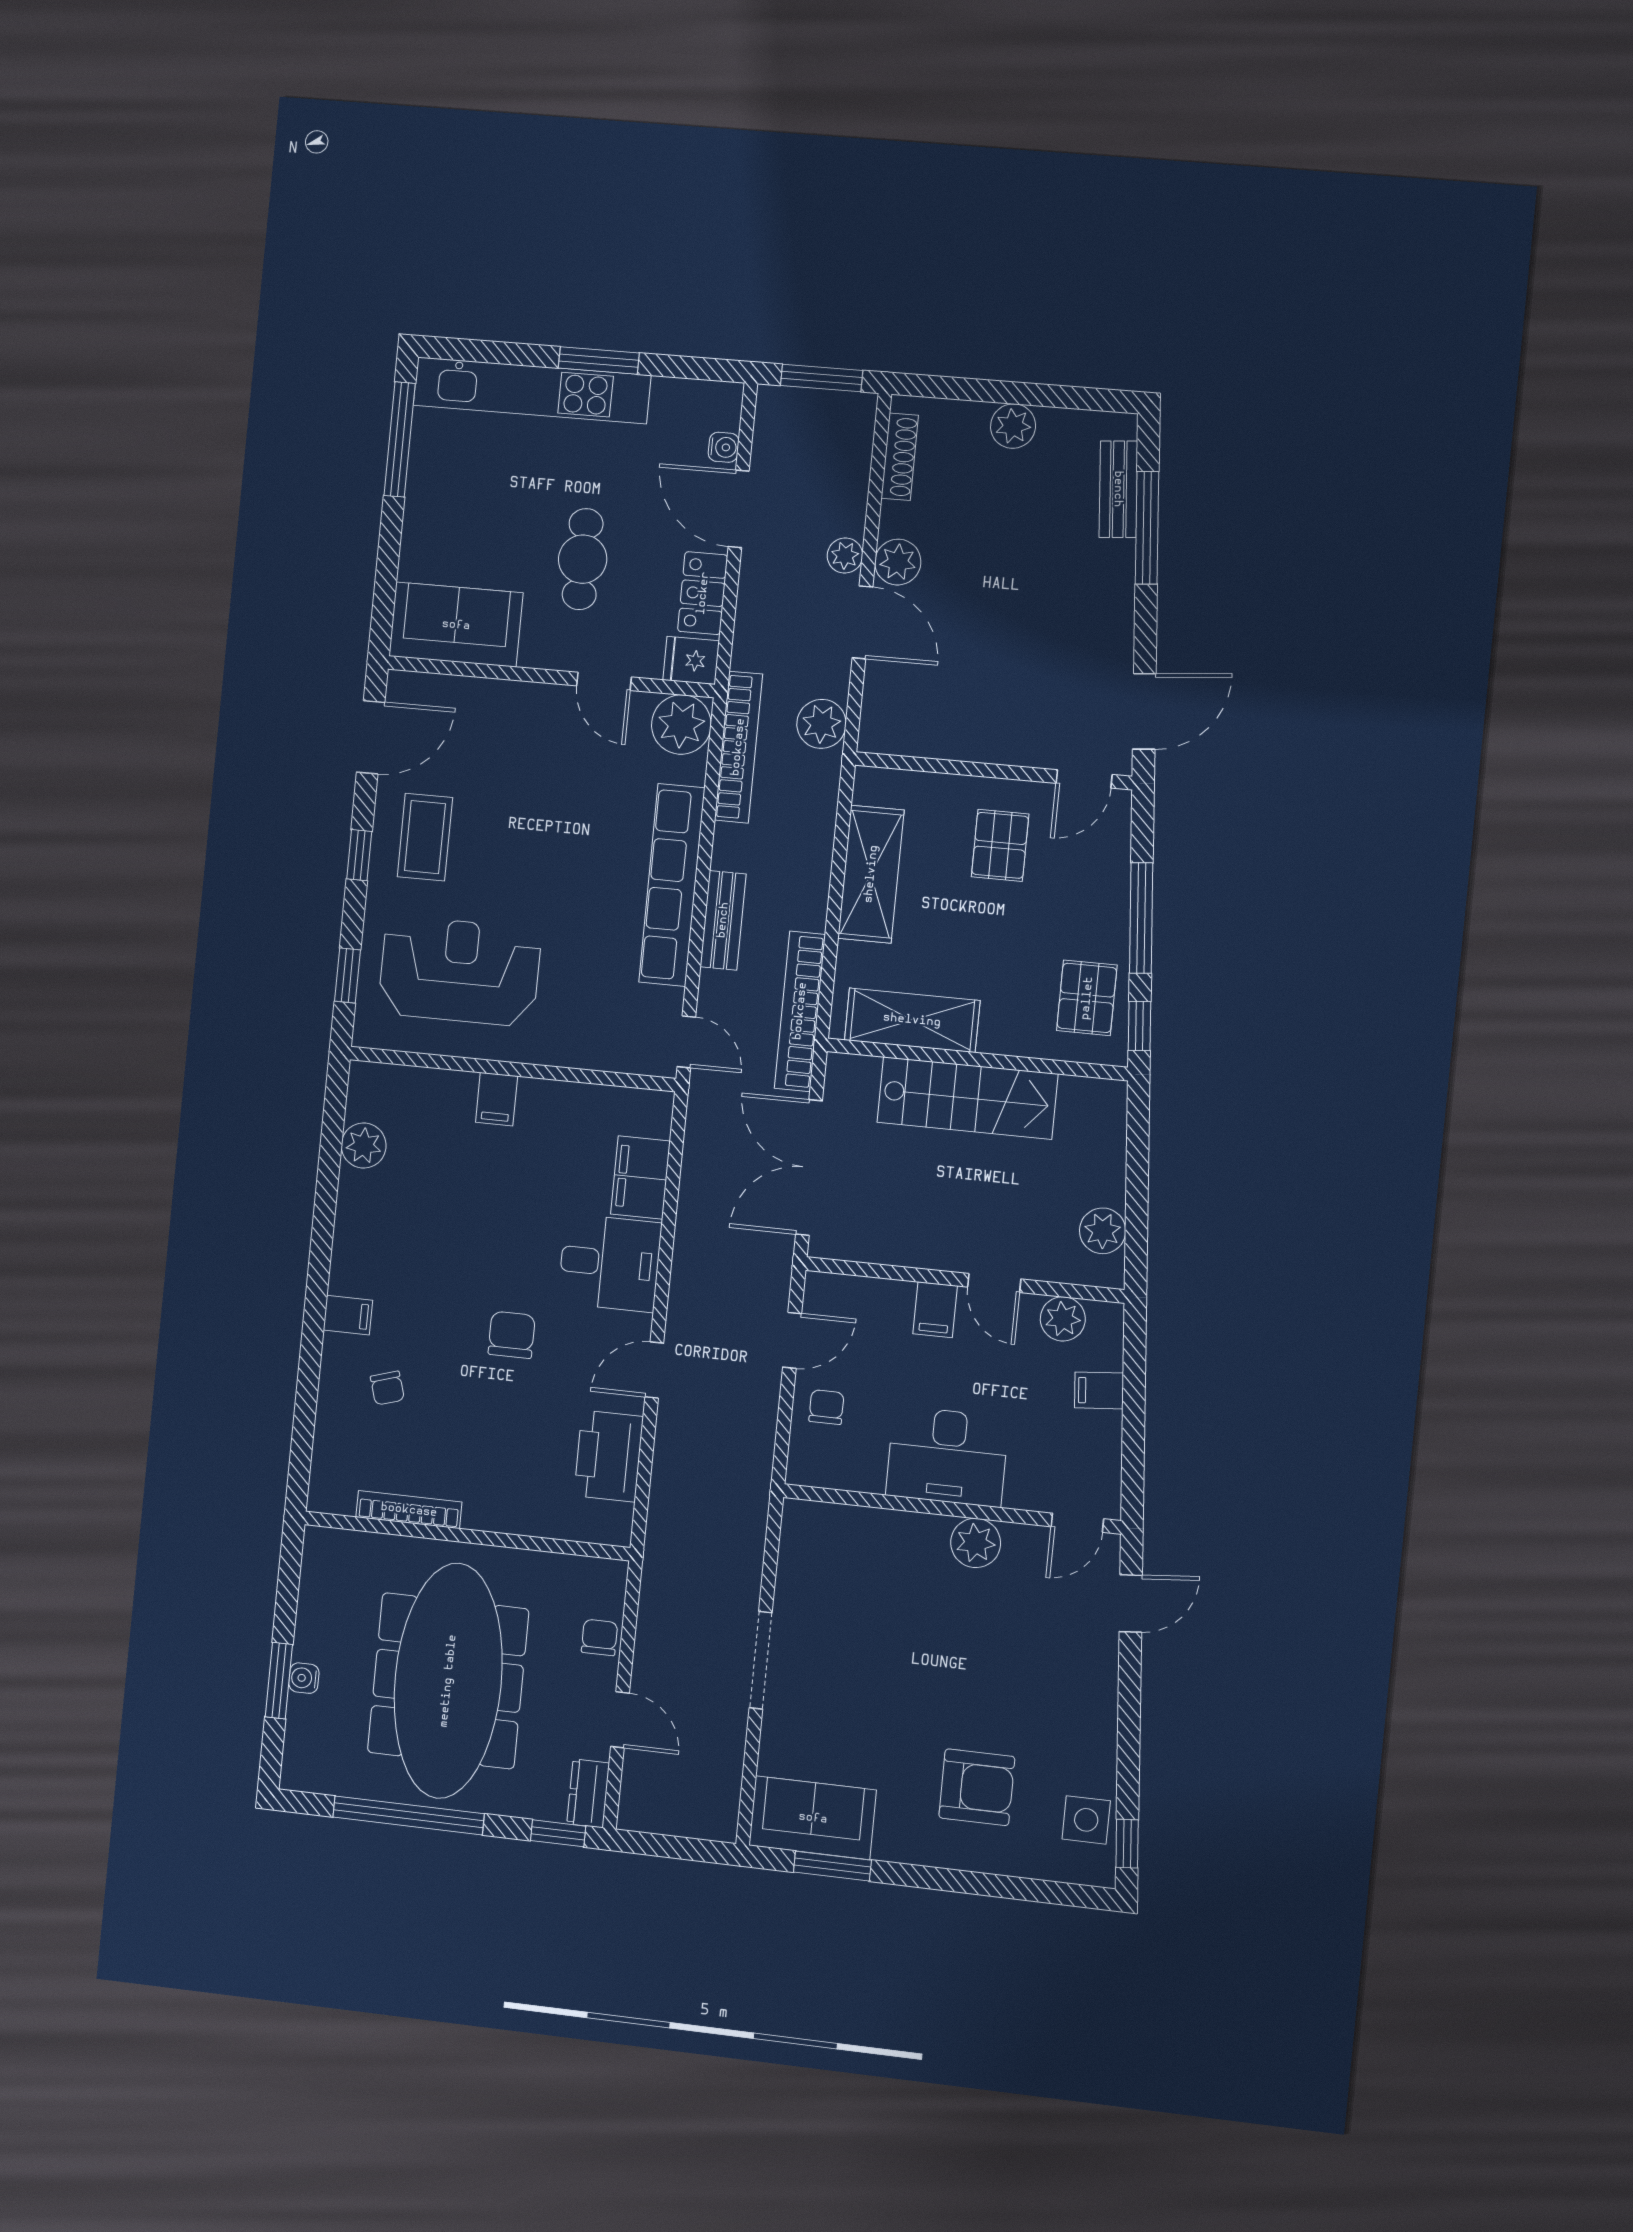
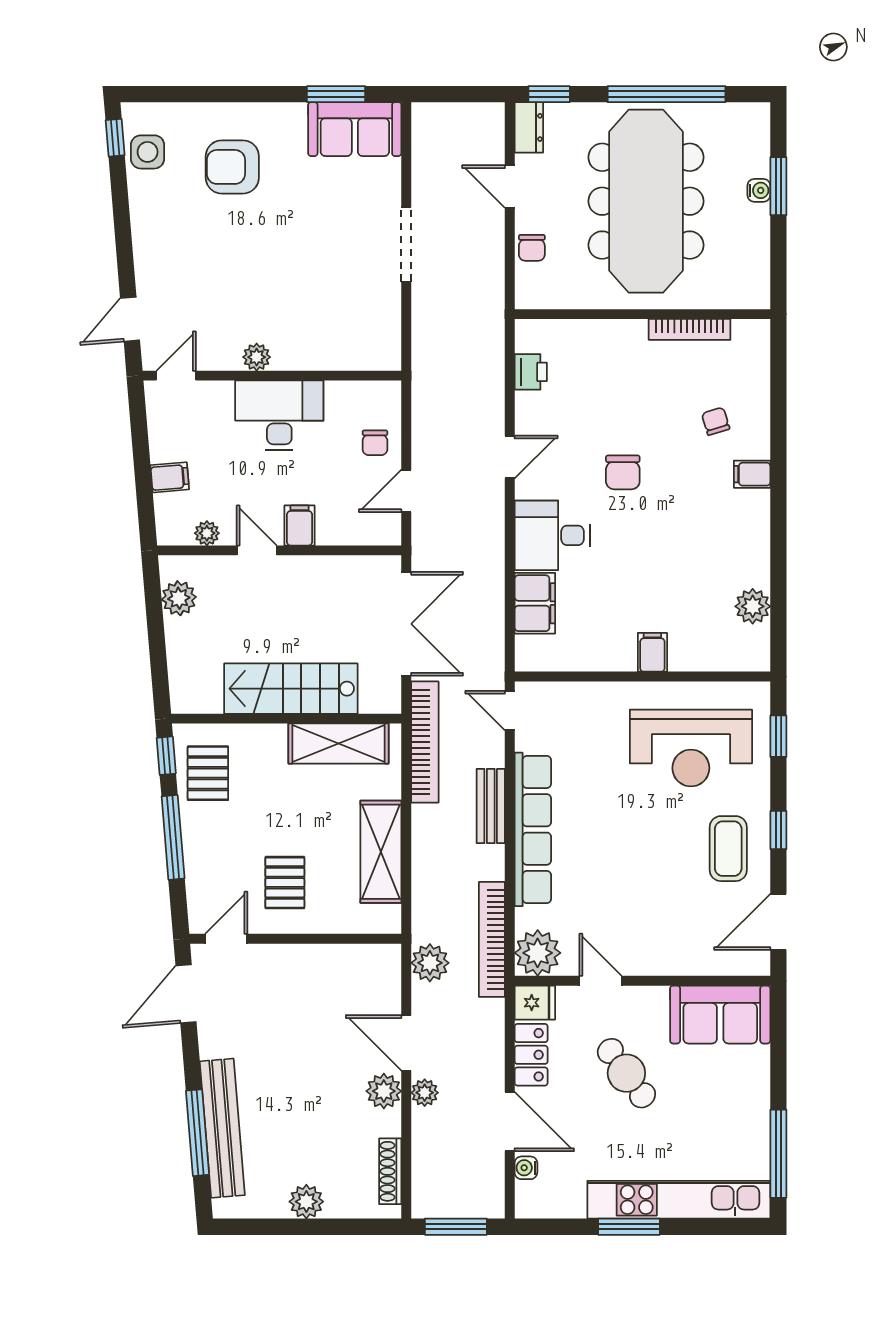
bench: (1118, 489) -> (222, 1128), width x1.86, depth x1.21
cafe table: (583, 559) -> (626, 1073), turned -36
plant: (1063, 1319) -> (207, 533), width x0.73, depth x0.73
printer: (609, 1456) -> (531, 372), width x0.53, depth x0.68
plant: (976, 1543) -> (257, 357), width x0.73, depth x0.73

